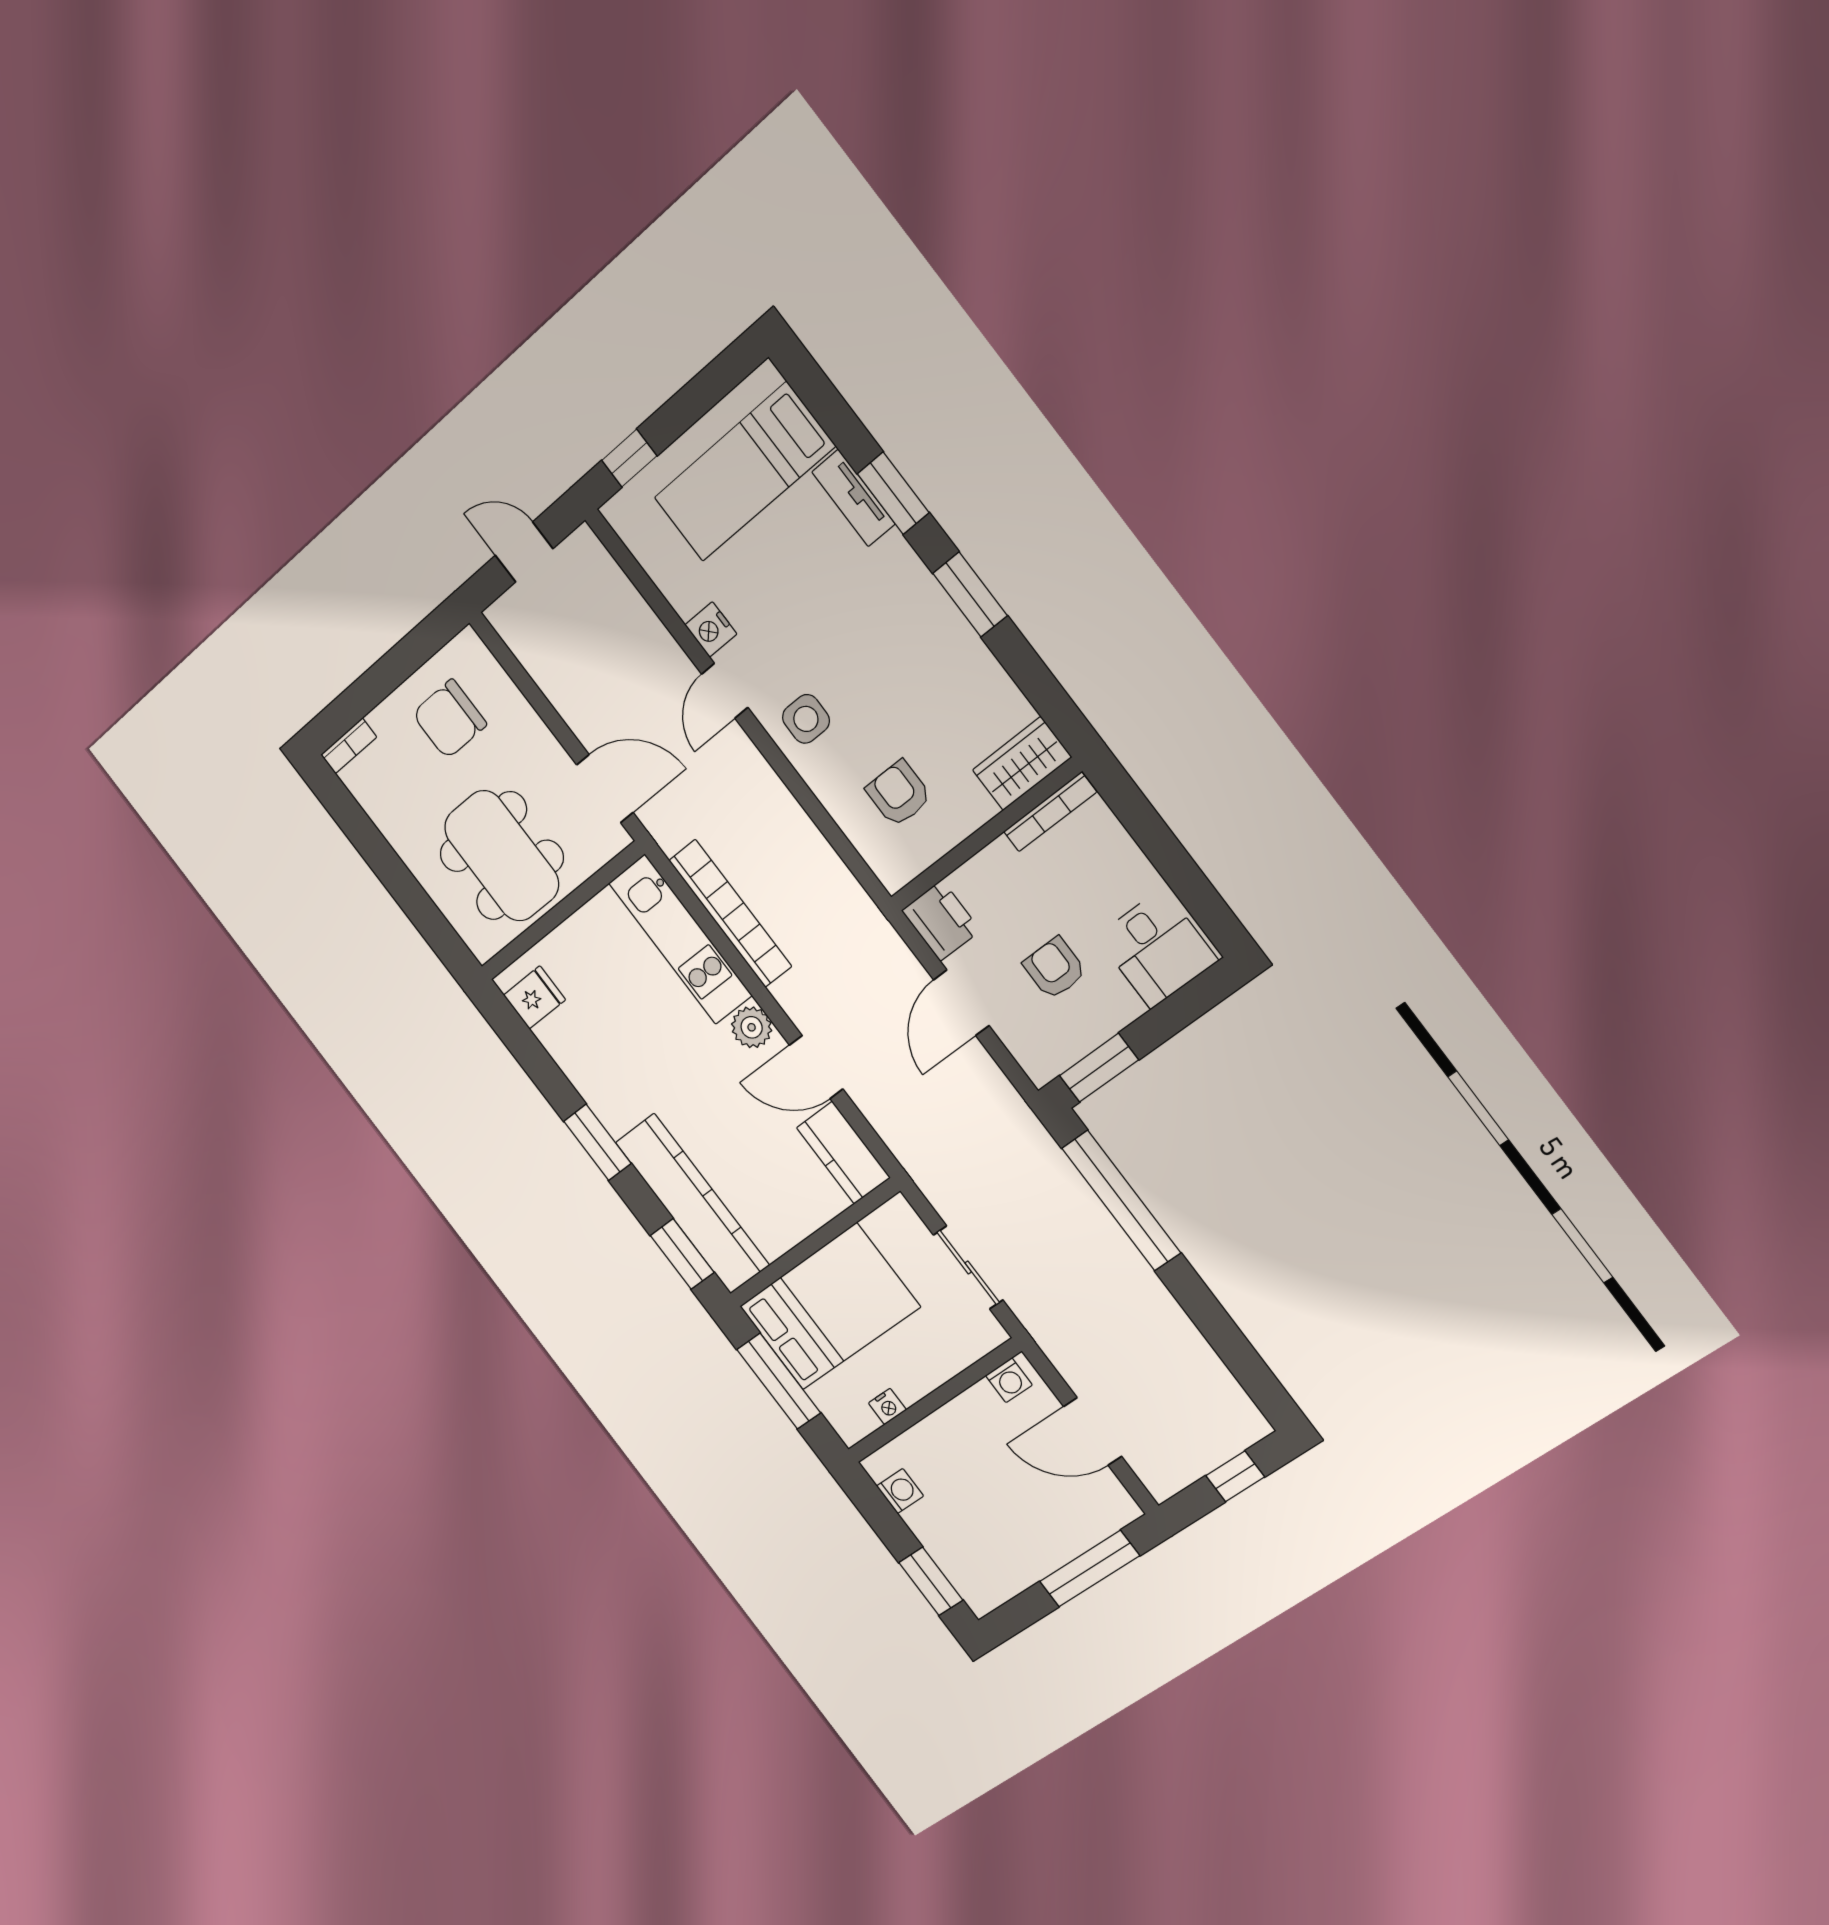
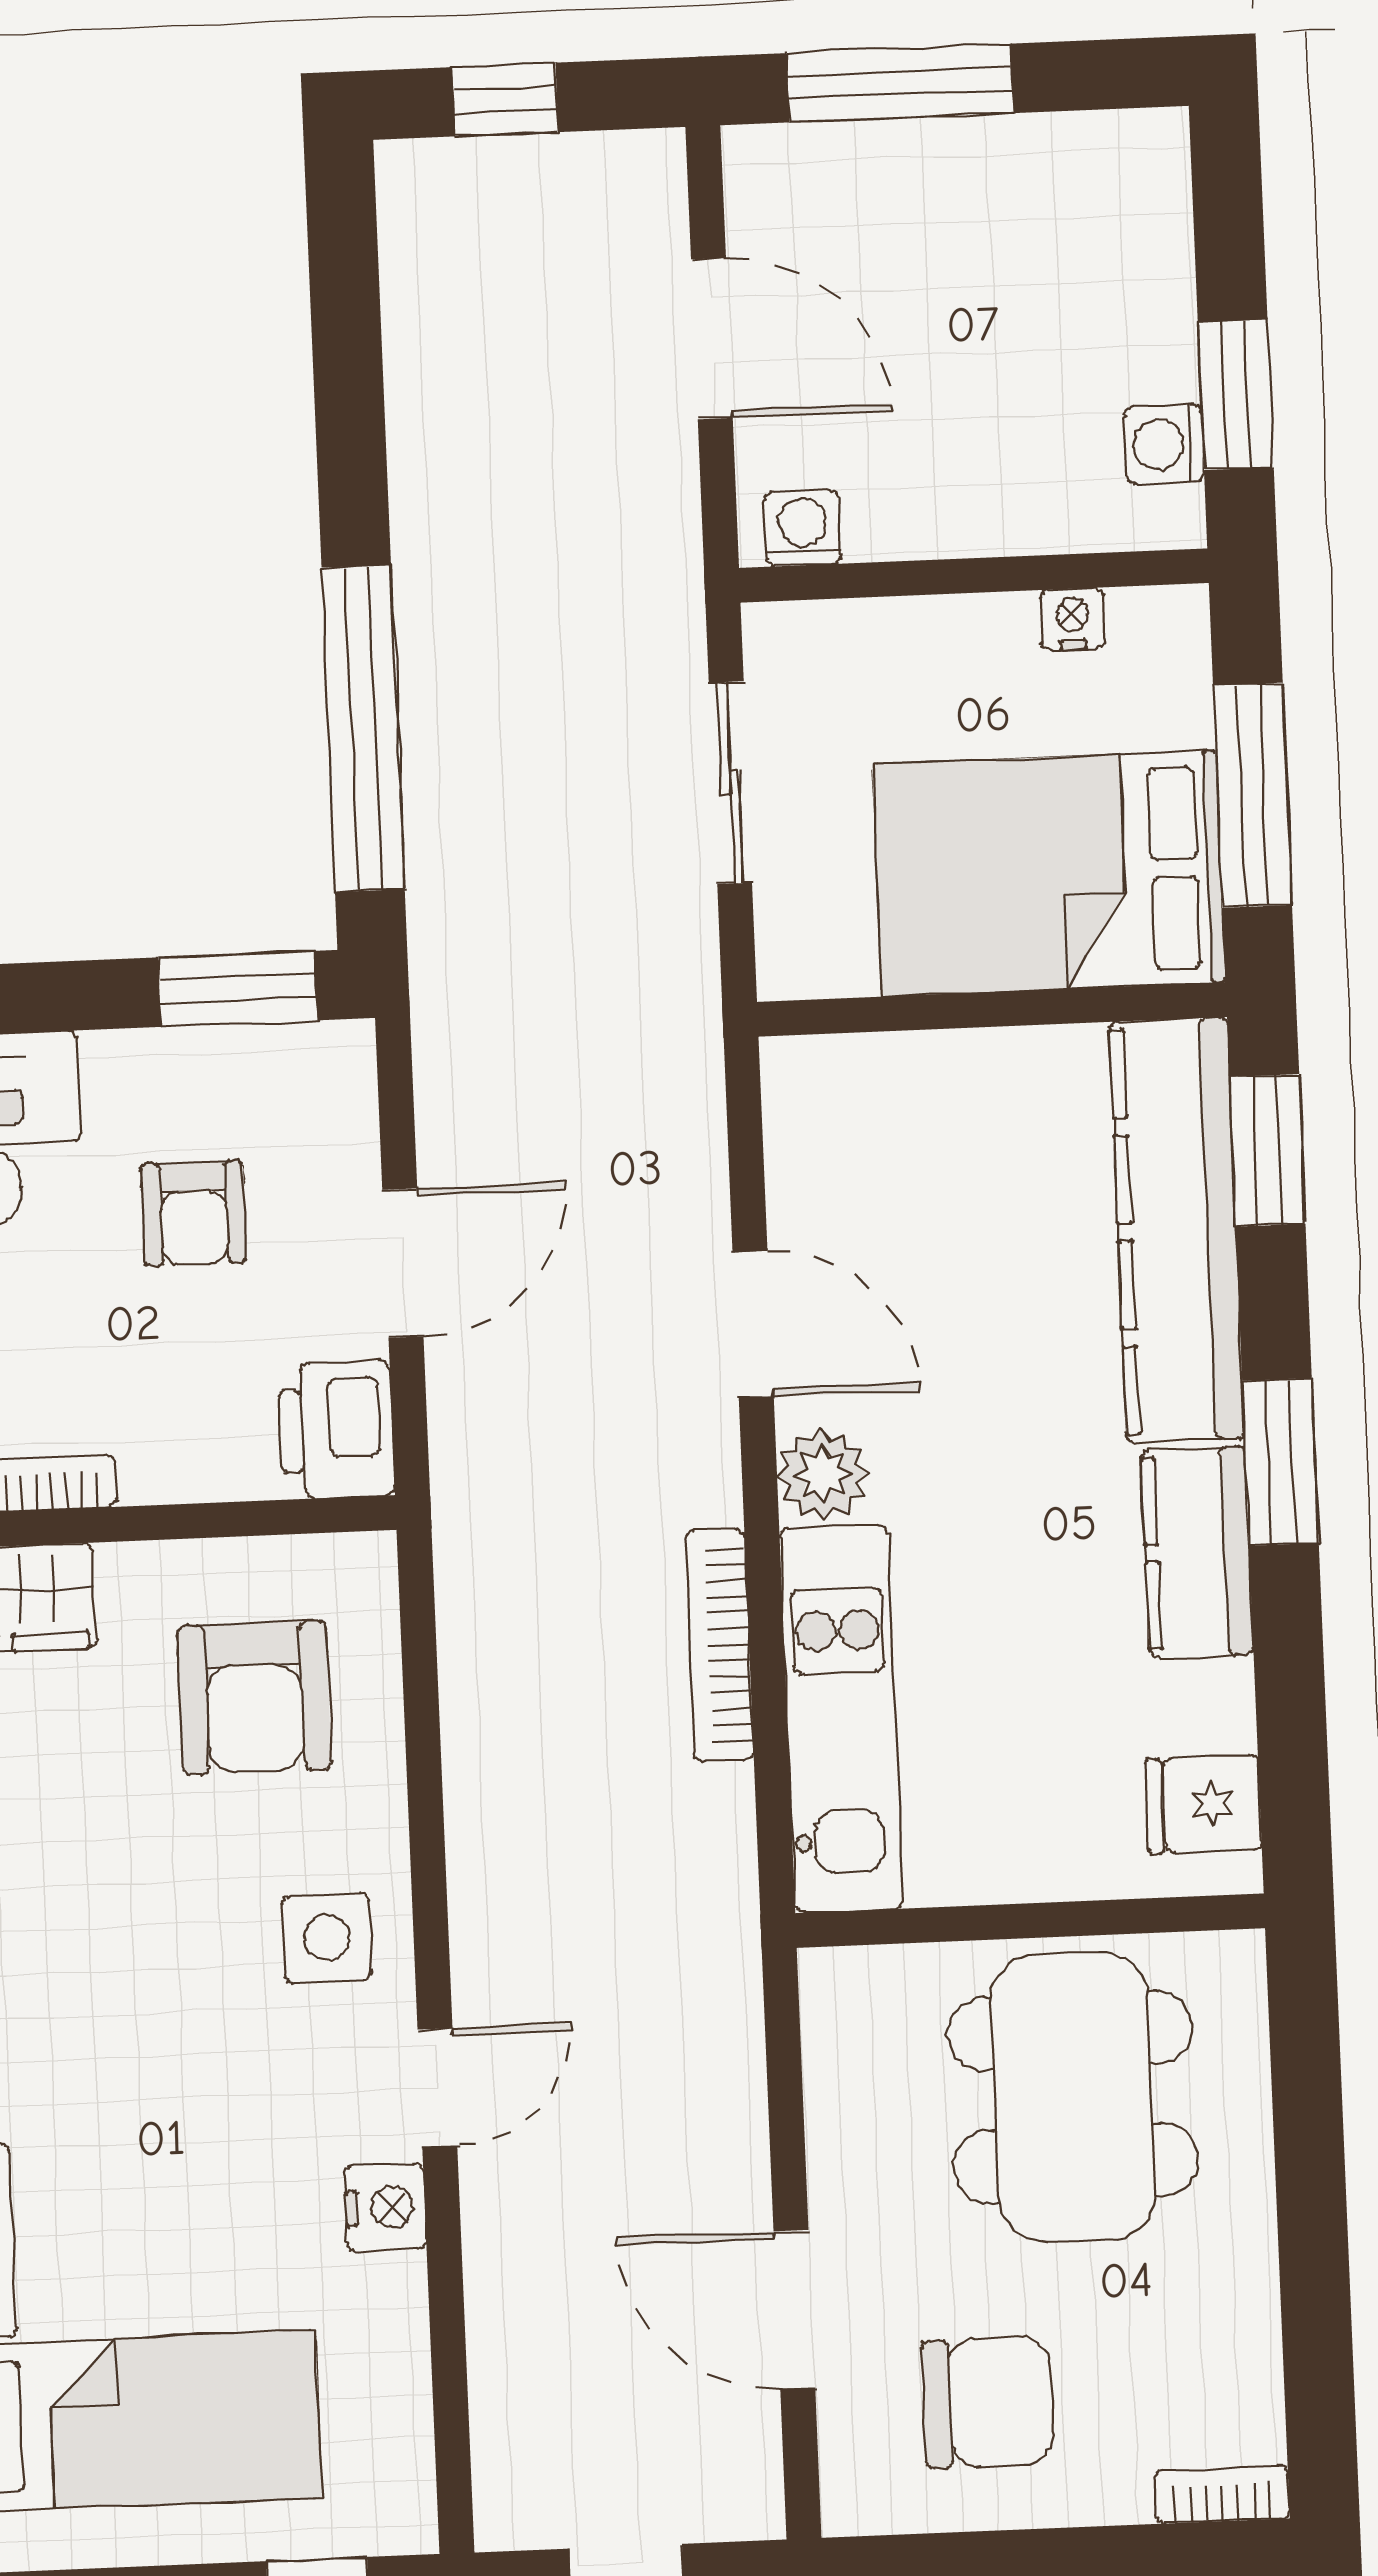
door: (605, 789) -> (794, 2309), moved
armchair: (899, 794) -> (254, 1698), width x1.38, depth x1.38
bookcase: (730, 913) -> (720, 1645), width x0.68, depth x0.76
kitchen counter: (843, 1153) -> (1197, 1552), moved, turned 180
window: (931, 1581) -> (1236, 395), moved

